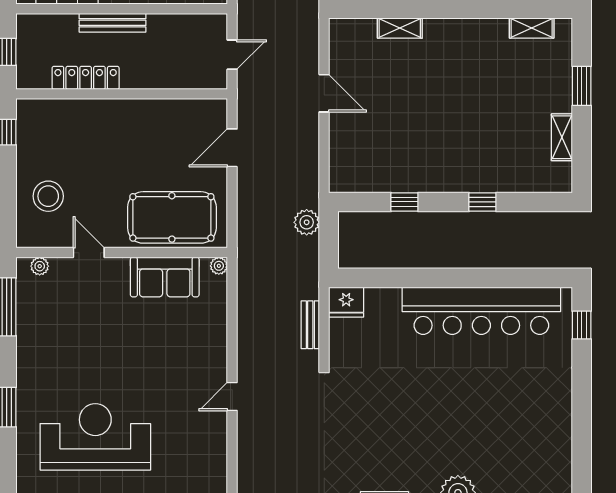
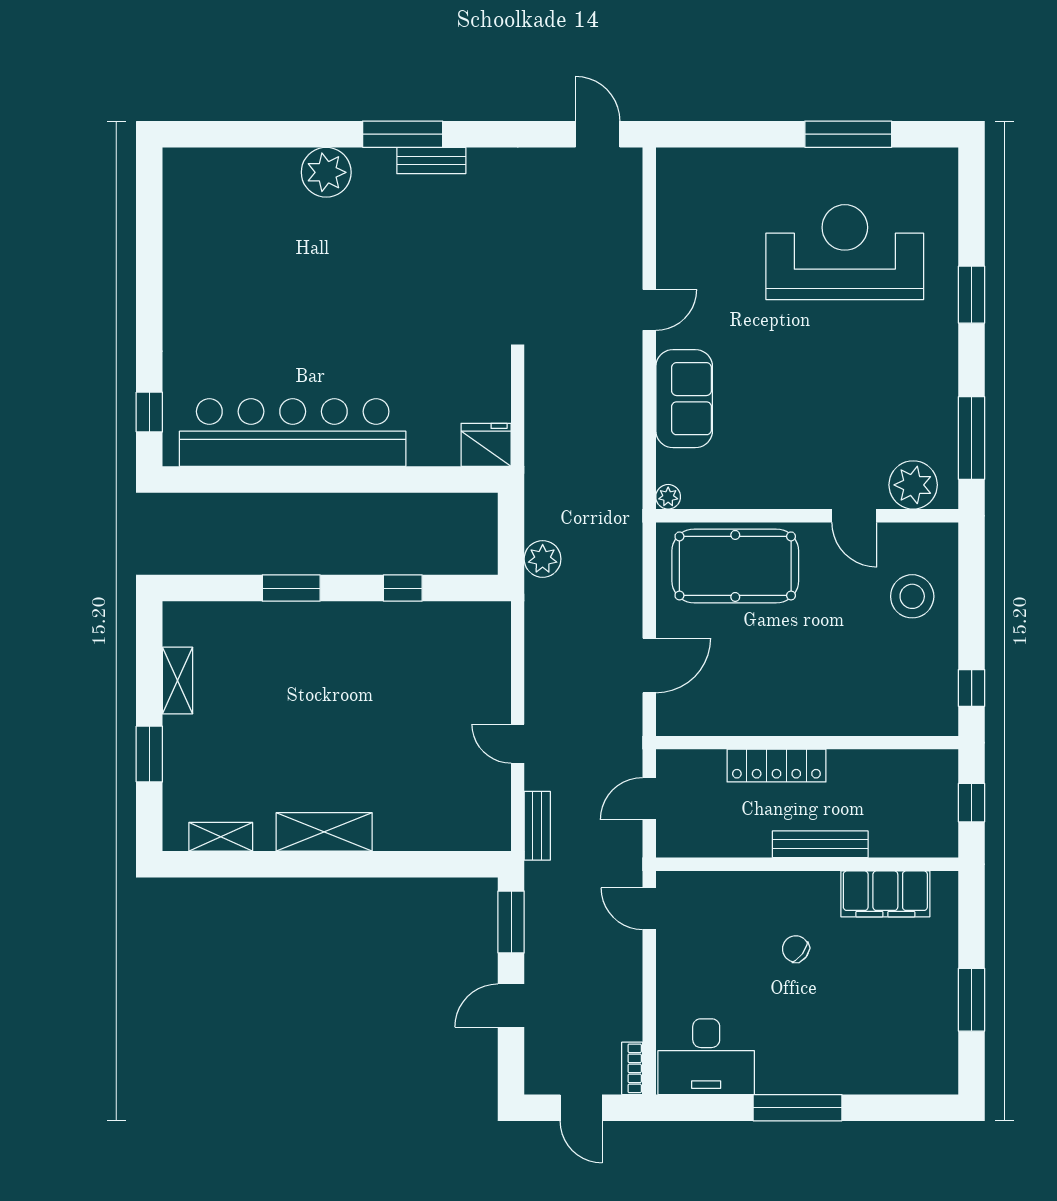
shelving: (400, 28) -> (324, 832), moved, width x1.50, depth x1.33
locker: (86, 78) -> (776, 766), moved
door: (324, 93) -> (518, 744), width x0.73
window: (482, 202) -> (291, 588), width x1.50
plant: (40, 266) -> (913, 485), width x1.88, depth x1.88
sofa: (165, 277) -> (684, 399), moved, turned 90
bench: (310, 325) -> (537, 826), moved
reception desk: (95, 437) -> (845, 252), turned 180

